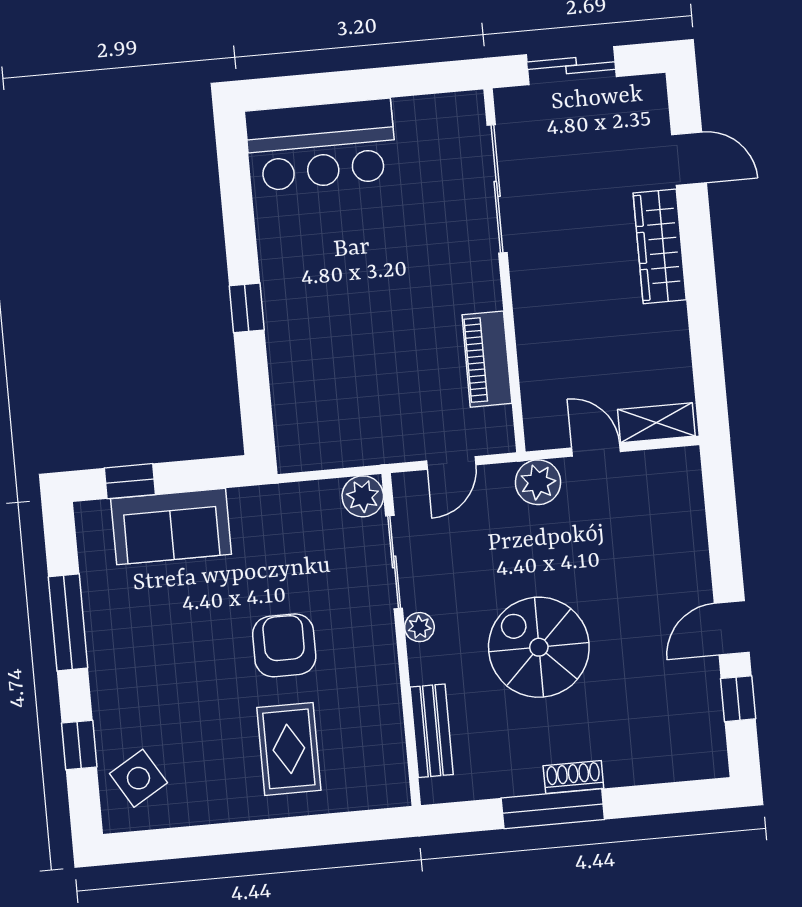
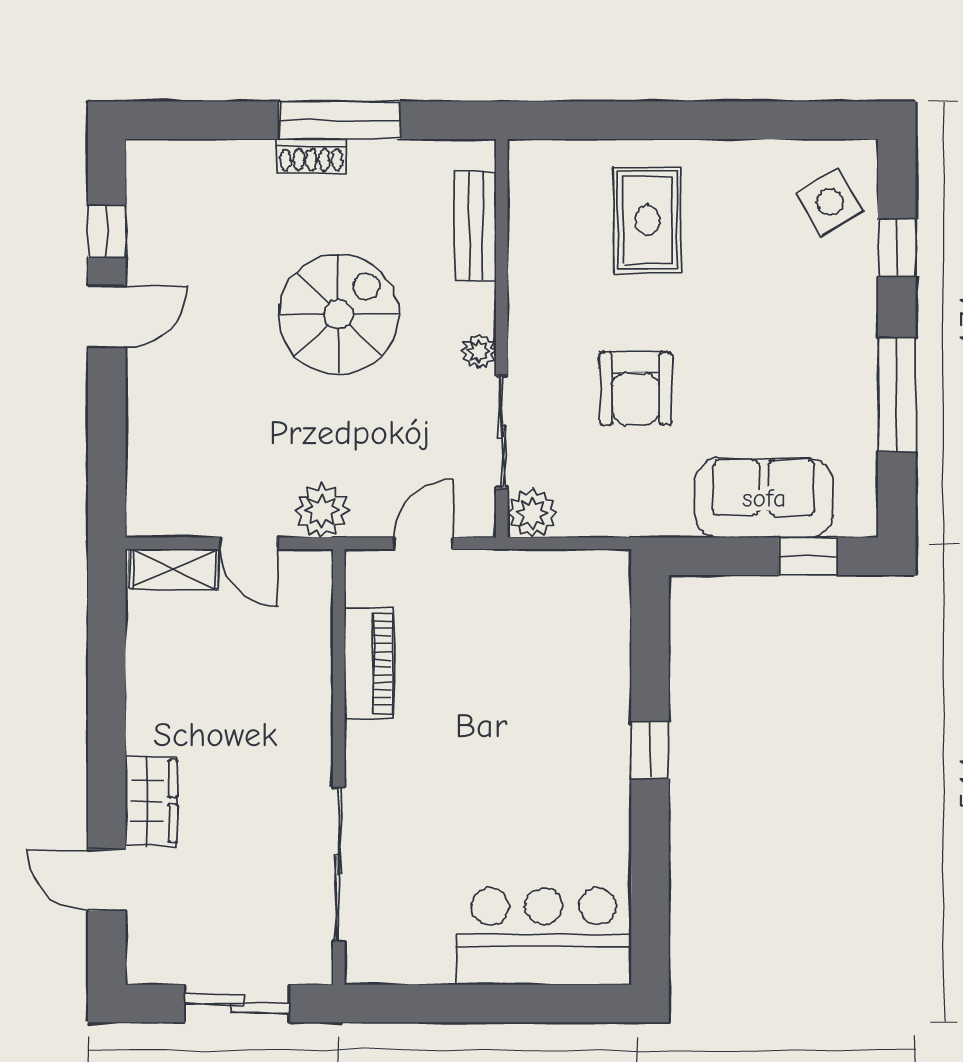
wardrobe: (660, 246) -> (151, 801), width x0.67
armchair: (284, 645) -> (636, 389), moved
spiral stairs: (539, 647) -> (339, 314), turned -90

